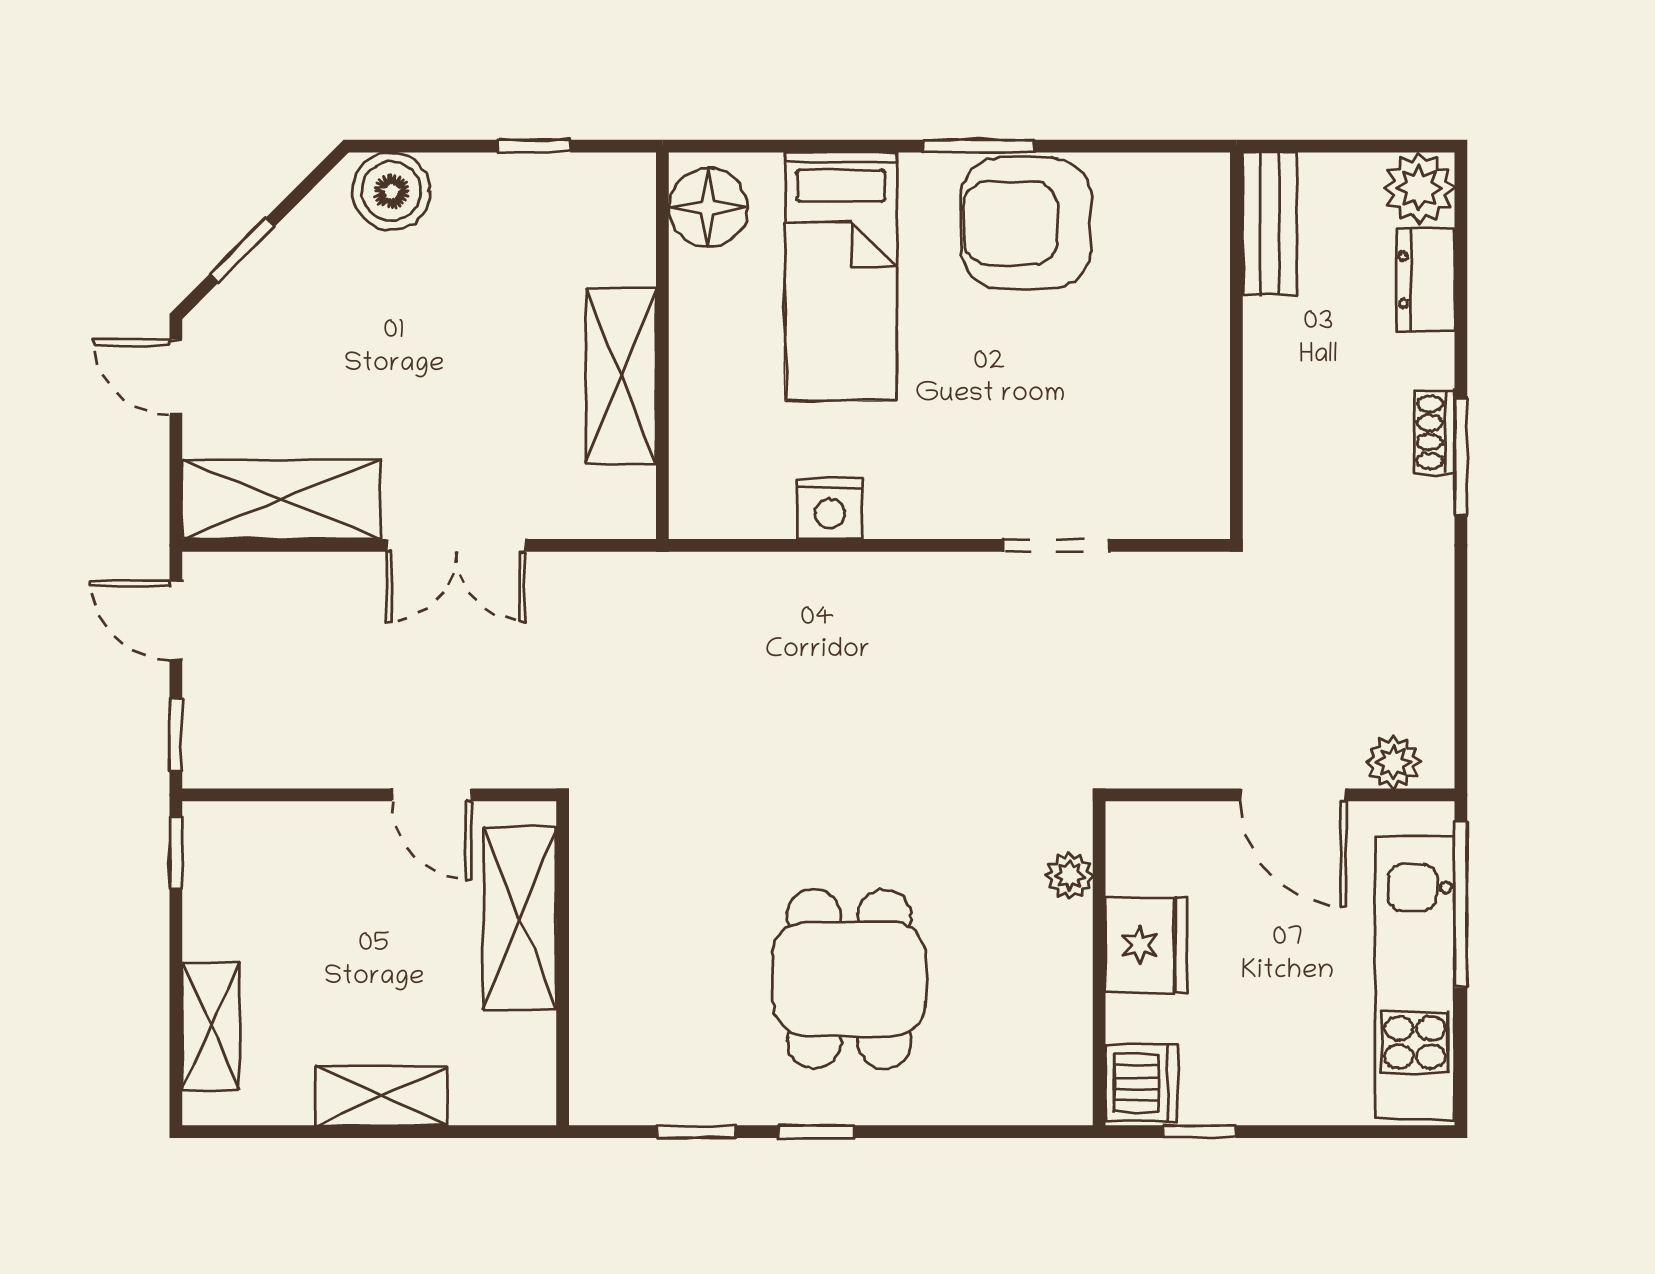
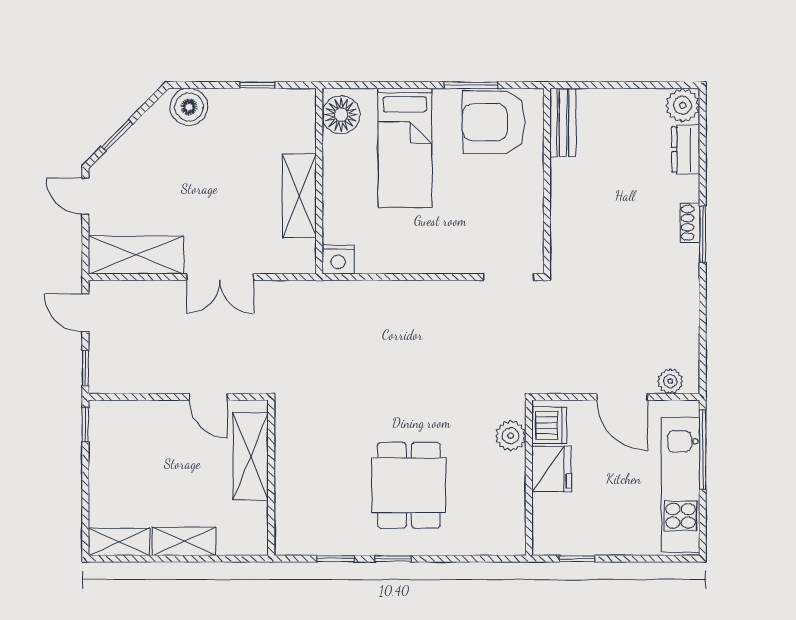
bench: (1270, 224) -> (563, 123), moved
wall: (1236, 346) -> (547, 181), moved
nightstand: (830, 509) -> (338, 259), moved
plant: (1070, 876) -> (511, 436), width x1.38, depth x1.38
shelving: (211, 1026) -> (119, 542), moved, turned 90
dishwasher: (1141, 1083) -> (549, 425), moved

